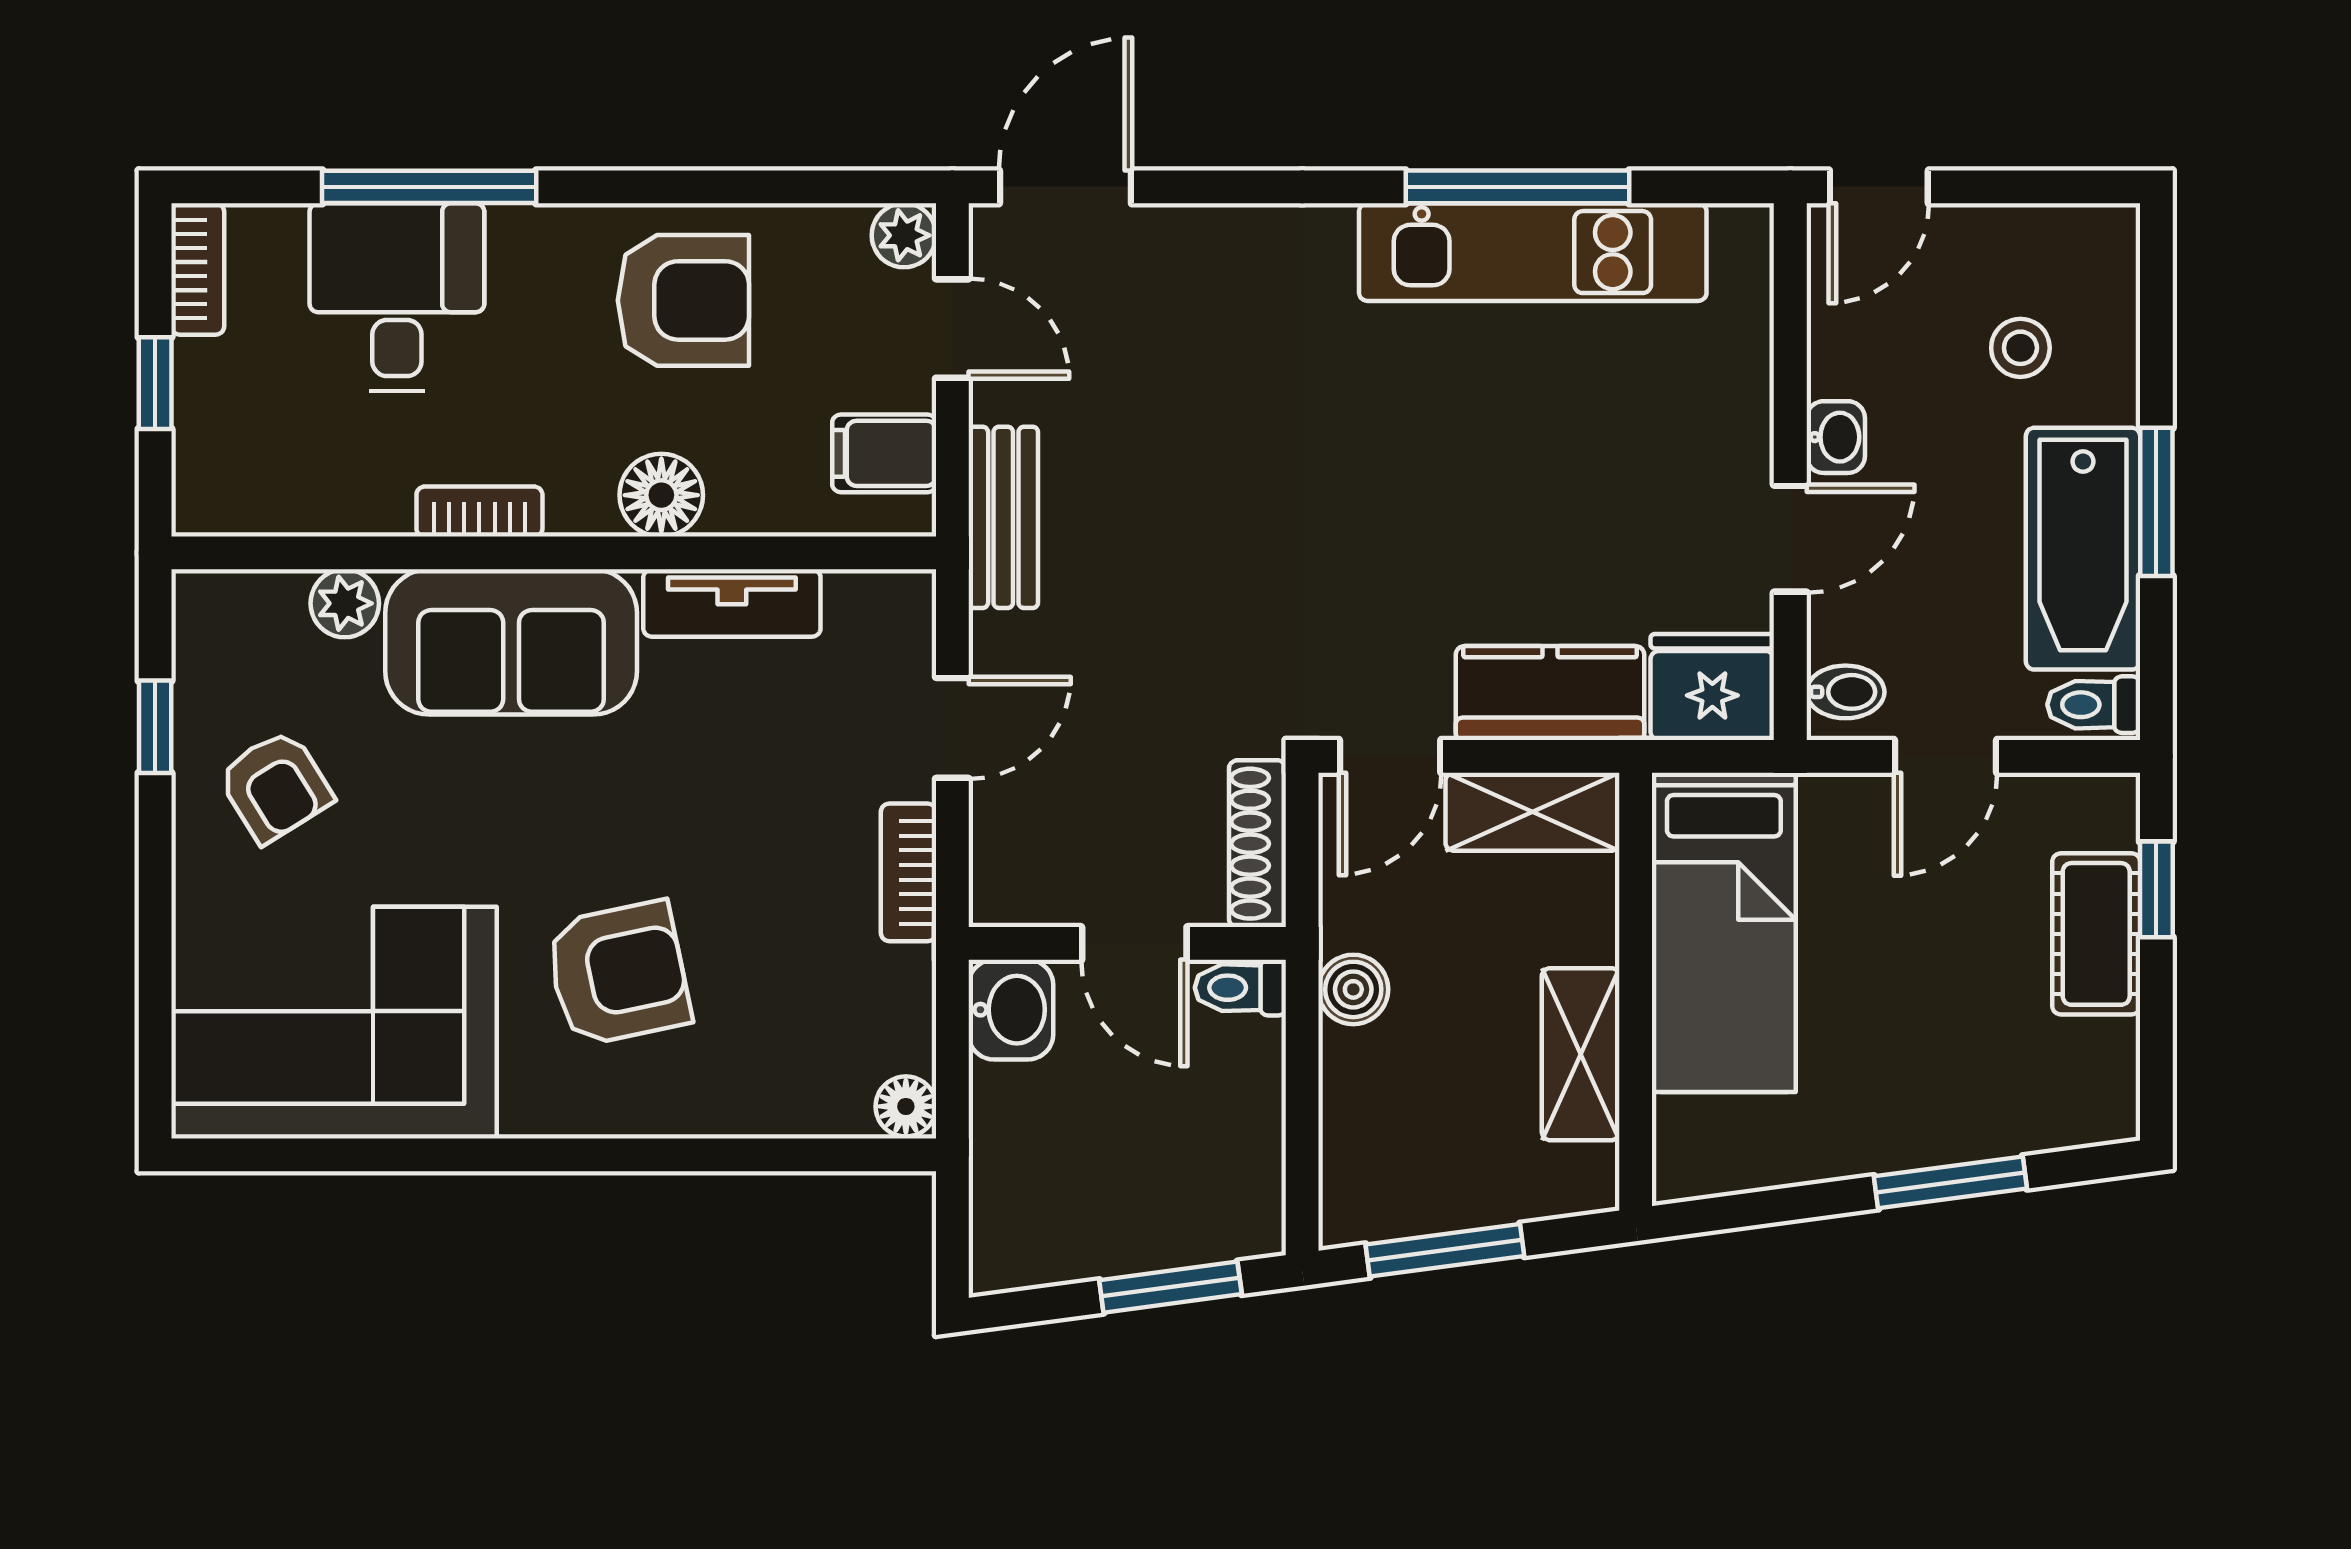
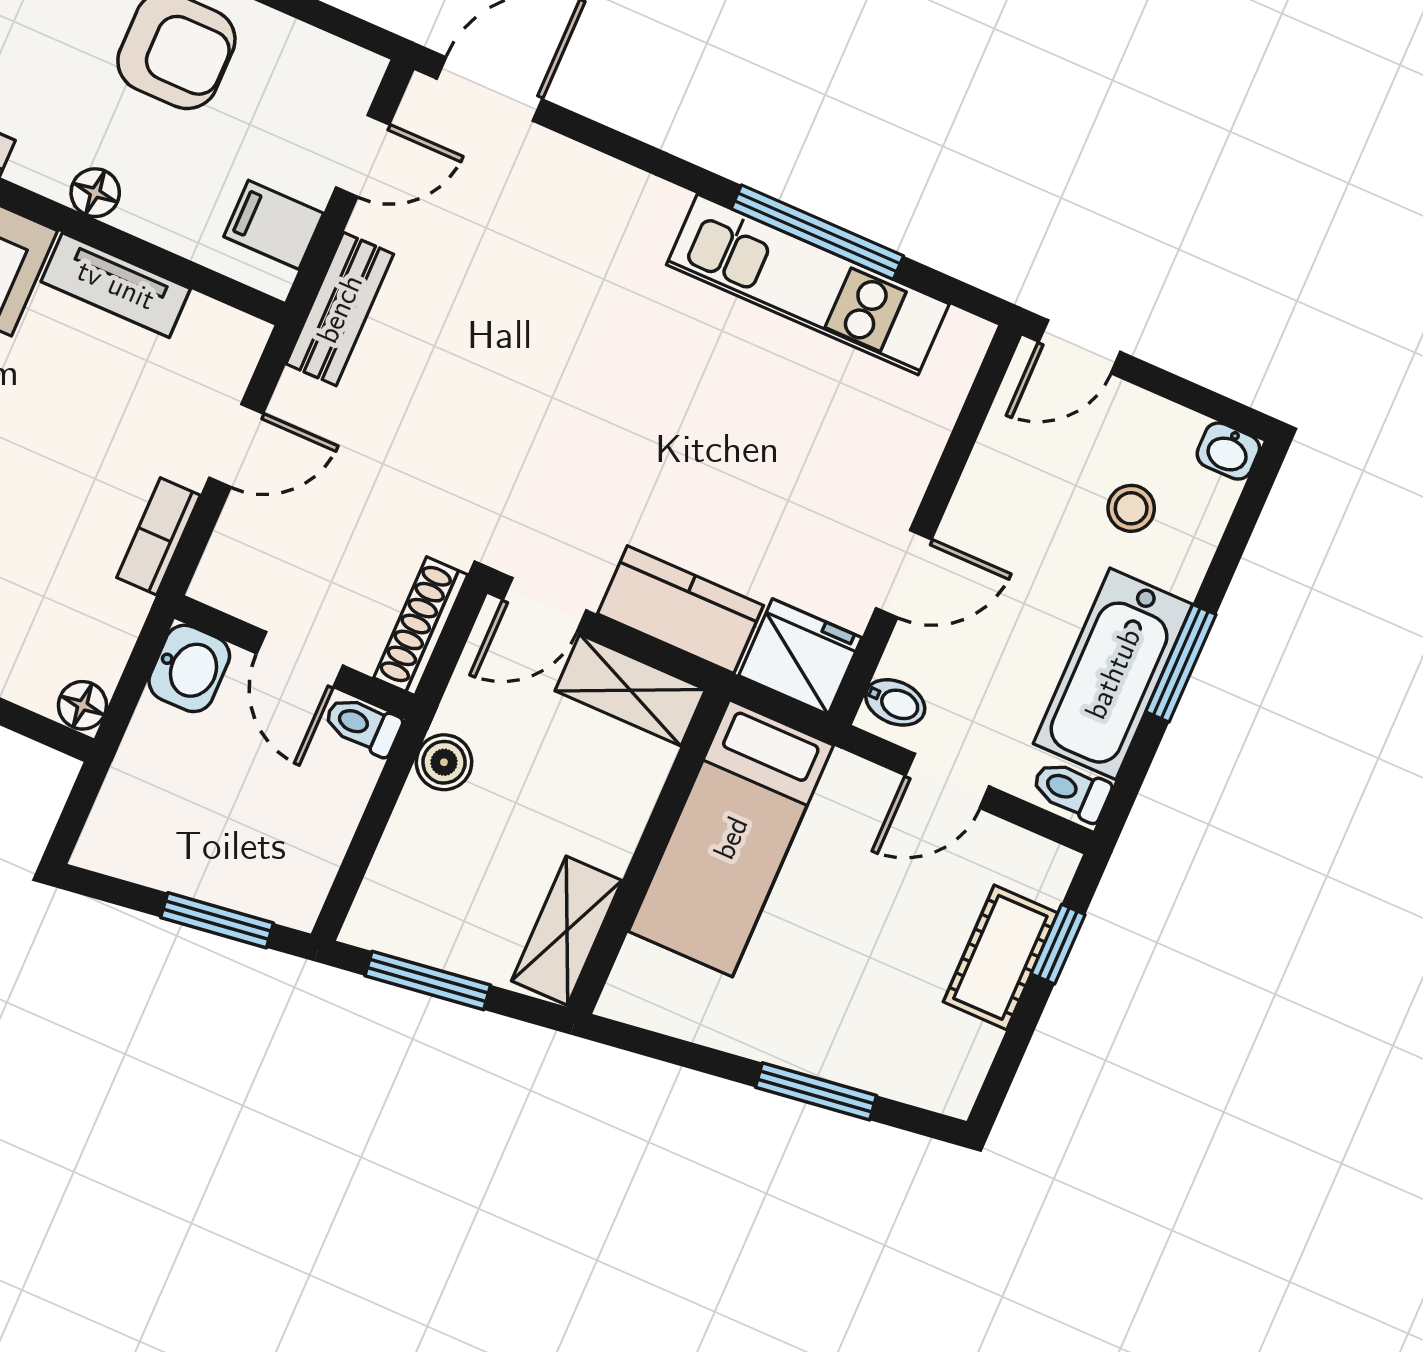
plant: (904, 235) -> (357, 73), removed
door: (952, 329) -> (363, 156), hinge flipped
washbasin: (1836, 437) -> (1228, 451), moved, turned 90
floor lamp: (661, 495) -> (95, 193), width x0.73, depth x0.73
shelving: (1581, 1054) -> (567, 931), moved

